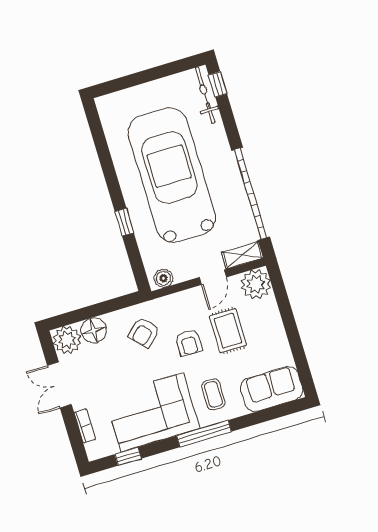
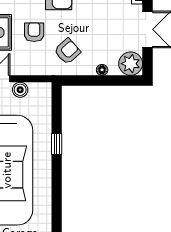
boiler: (164, 278) -> (20, 90), moved
floor lamp: (94, 330) -> (102, 70), width x0.53, depth x0.53

